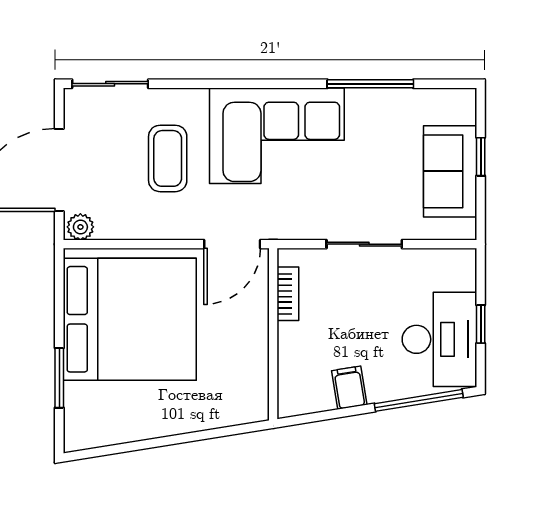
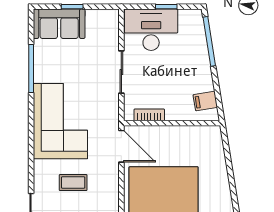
coffee table: (168, 158) -> (73, 183), width x0.73, depth x0.77
sofa: (450, 171) -> (59, 24), moved
desk: (439, 339) -> (151, 30), moved
filing cabinet: (349, 388) -> (205, 101), moved

